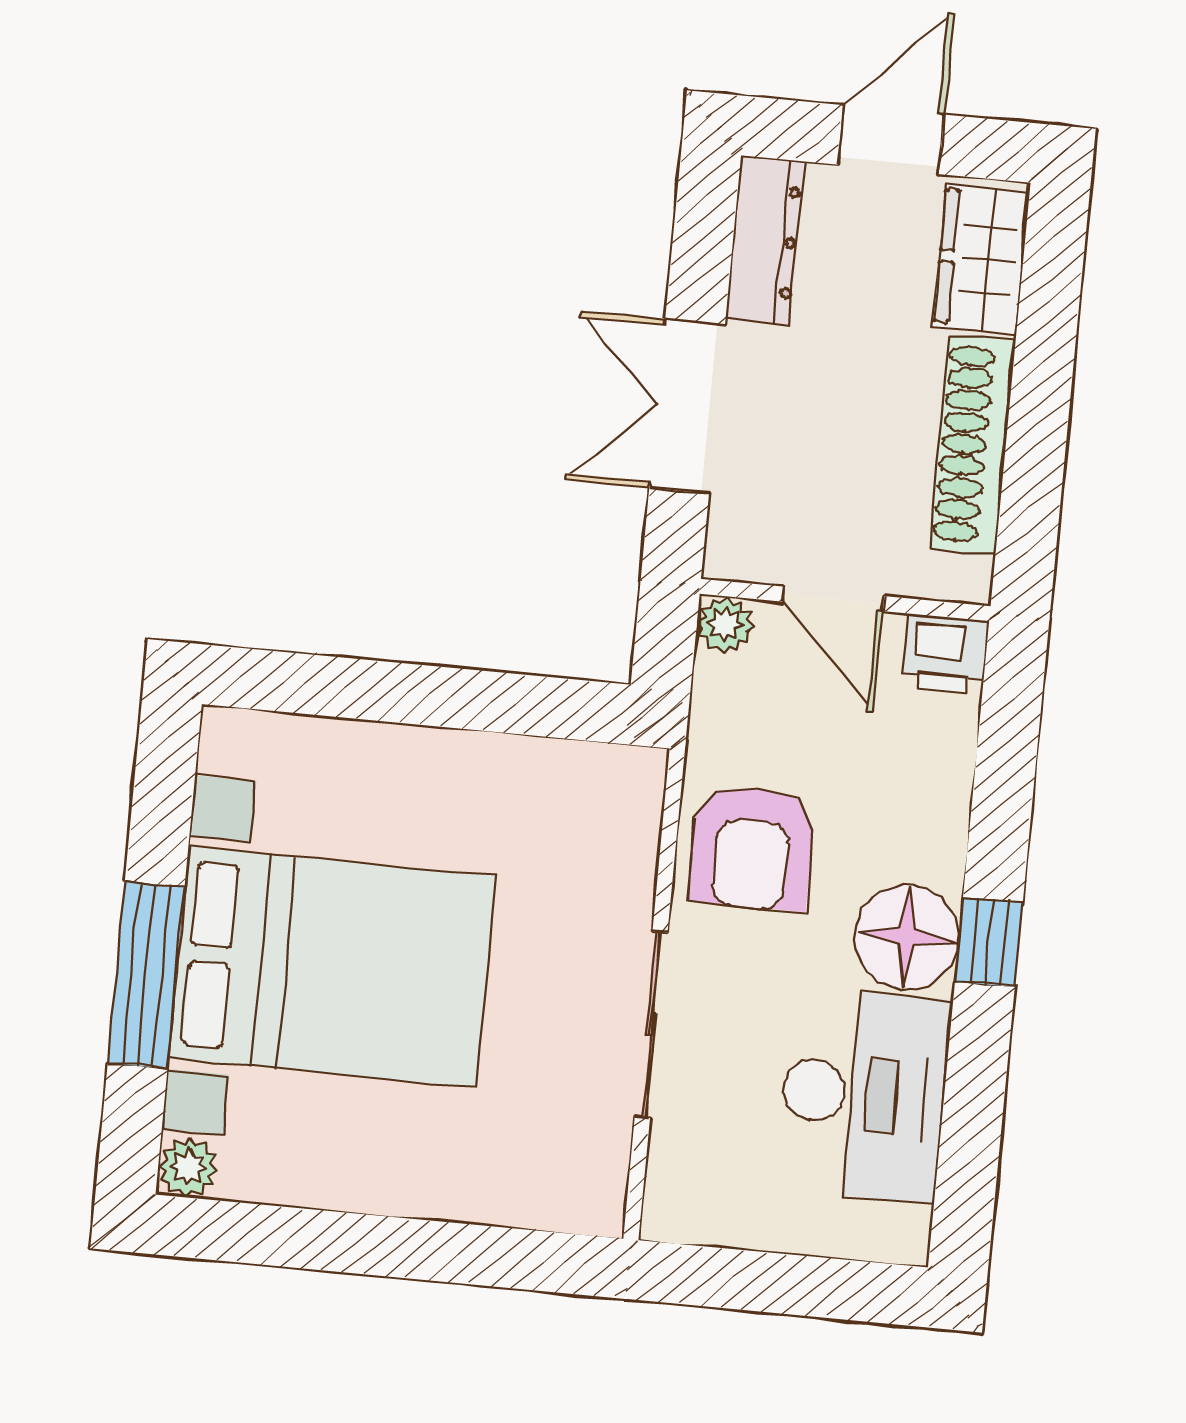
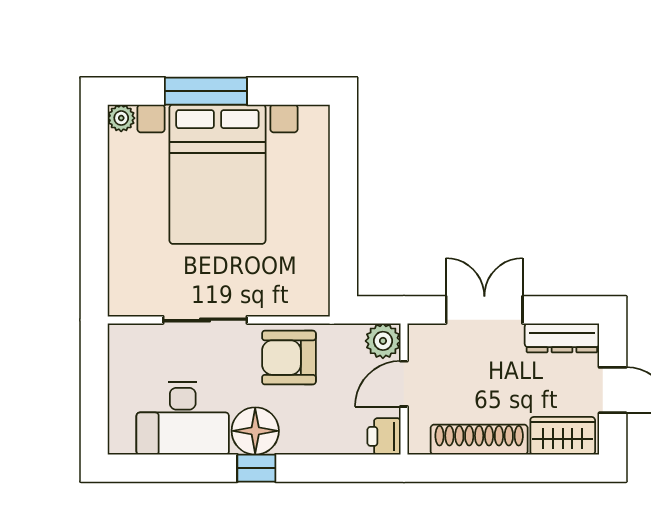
plant: (725, 625) -> (383, 341), width x1.38, depth x1.38

